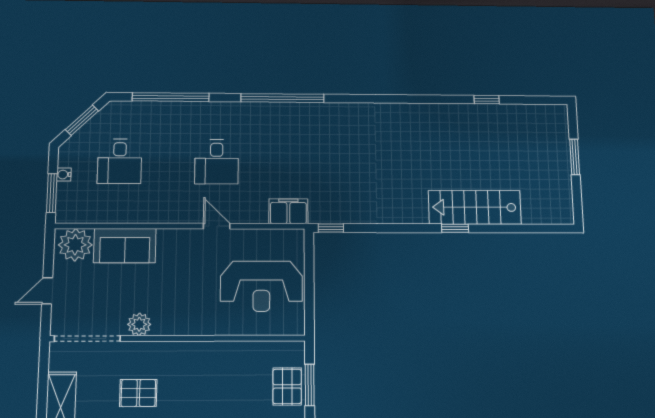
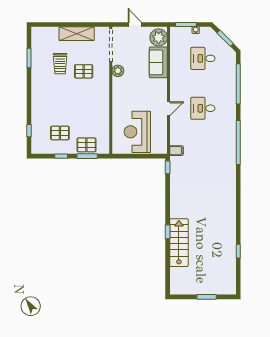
filing cabinet: (288, 211) -> (177, 151), width x0.50
pallet: (138, 393) -> (84, 71), turned 90

